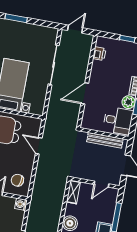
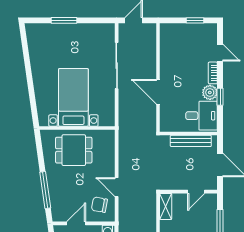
printer: (99, 54) -> (166, 43), removed
door: (85, 93) -> (158, 92), hinge flipped
door: (39, 146) -> (117, 187), moved

